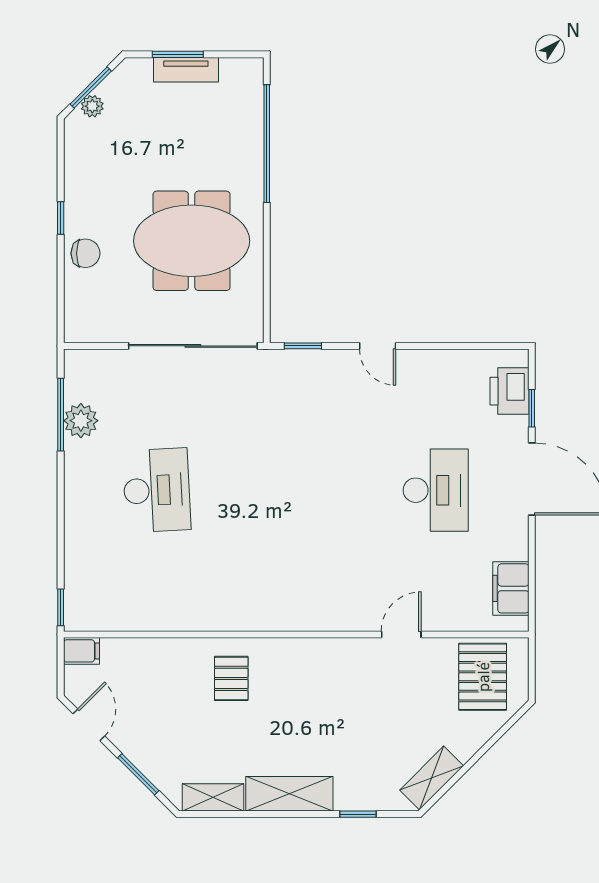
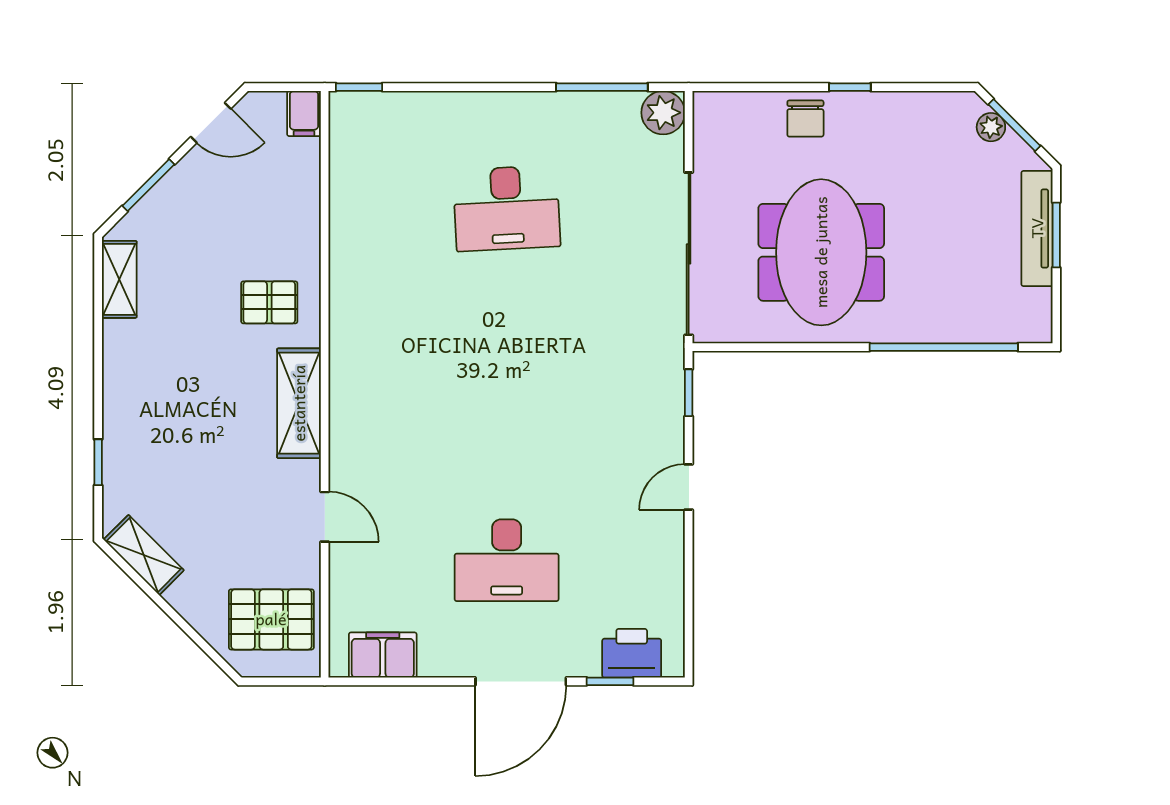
tv unit: (186, 70) -> (1037, 228), width x1.41
plant: (81, 421) -> (663, 113), moved
shelving: (289, 794) -> (299, 403), moved

